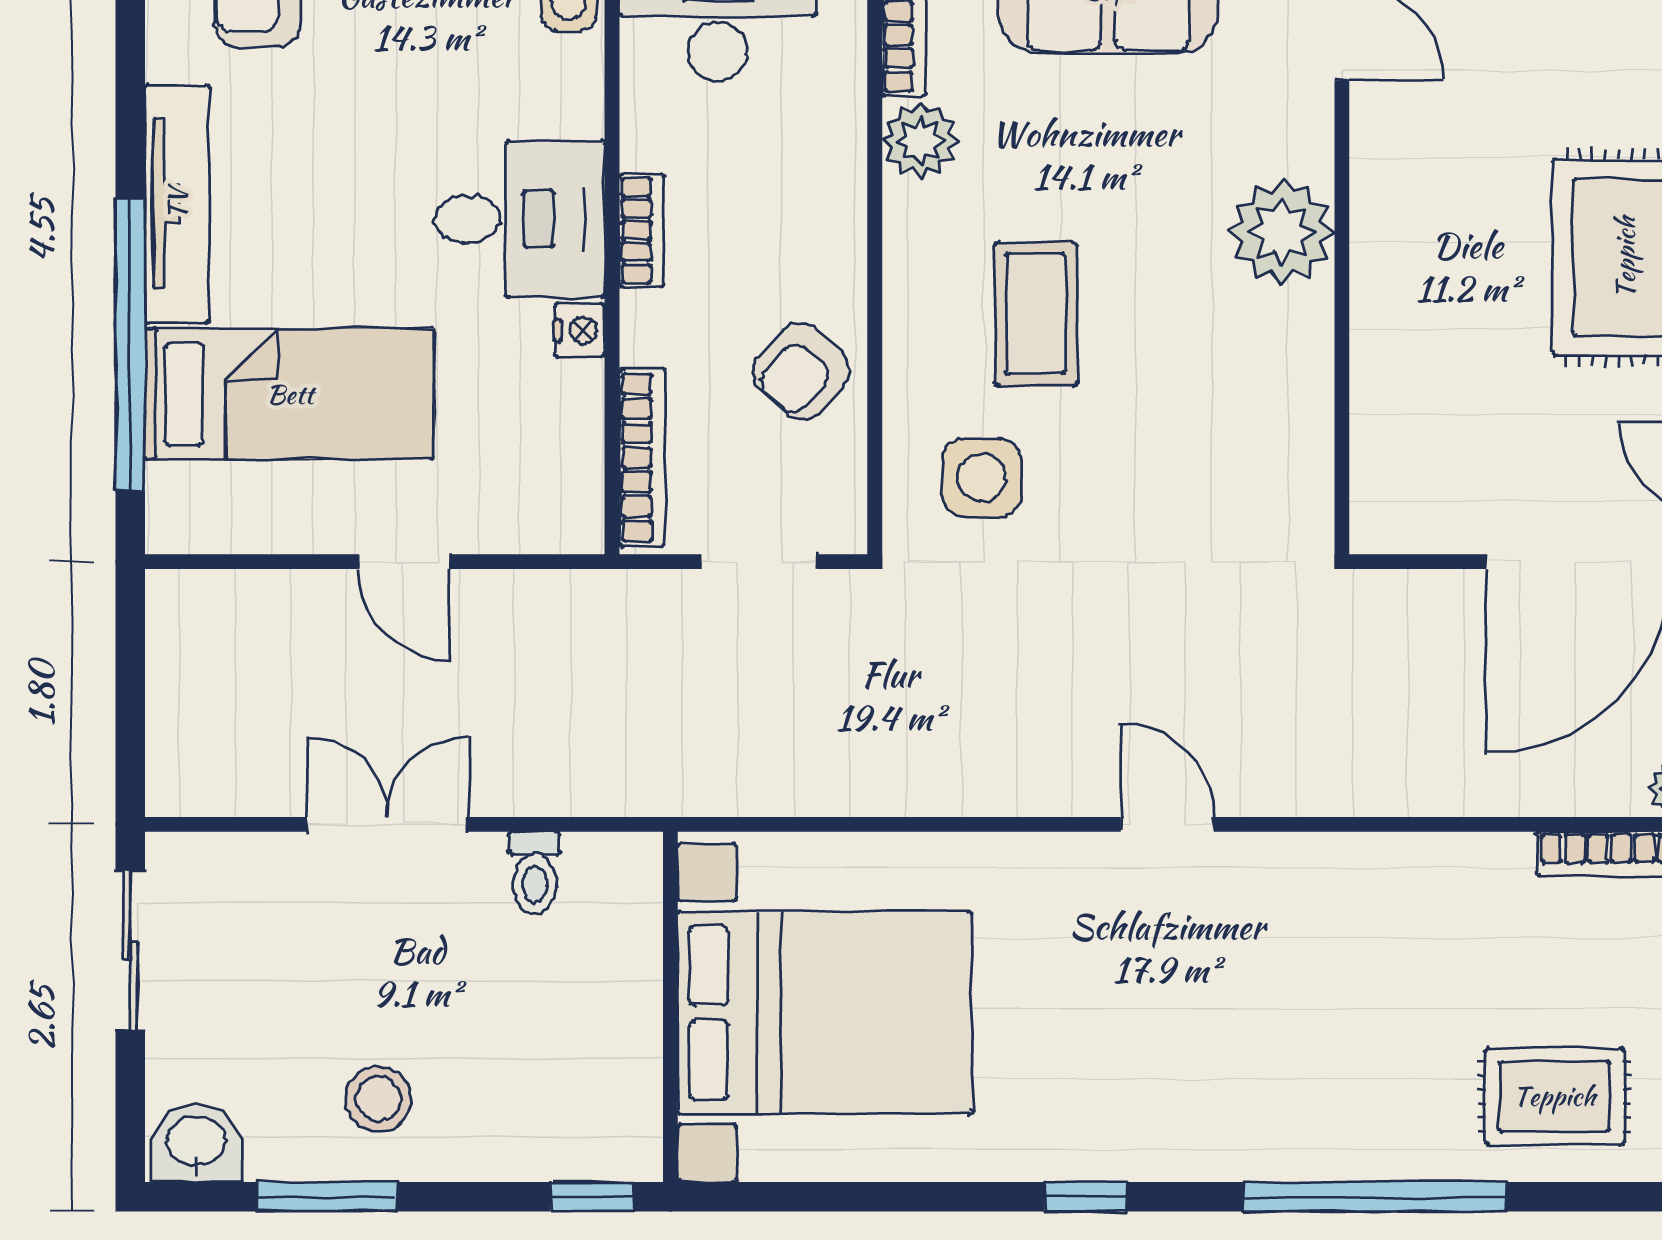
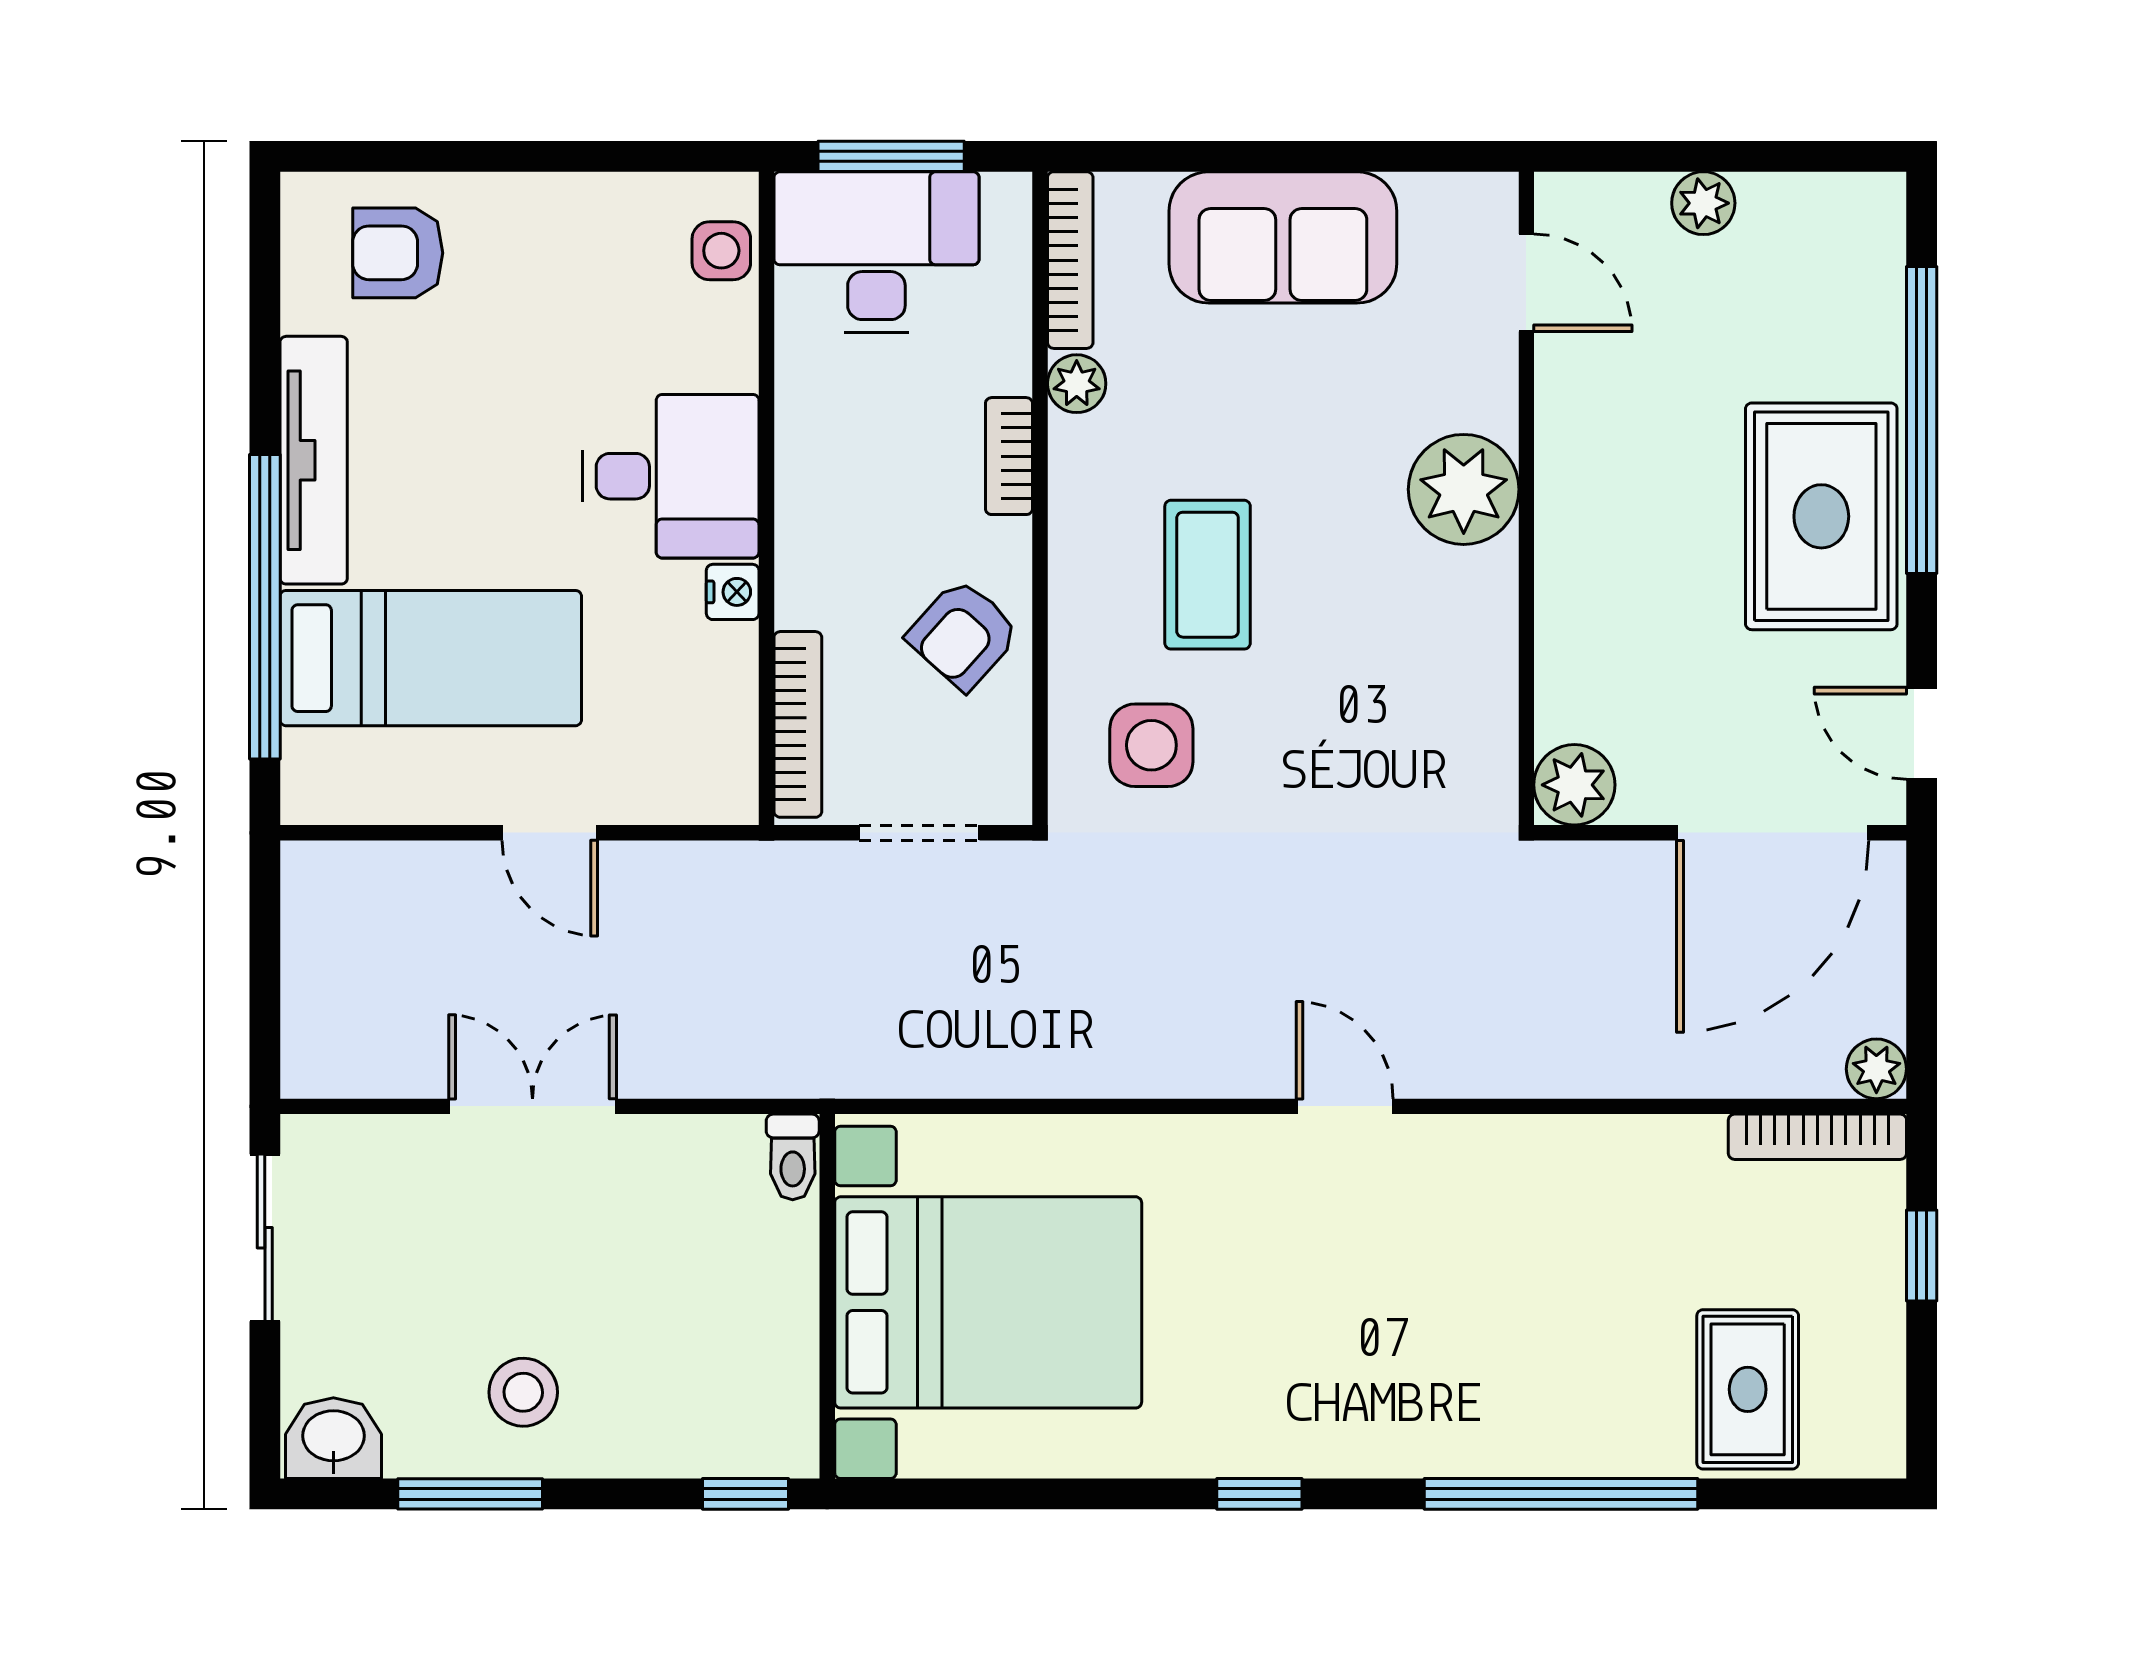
plant: (920, 141) -> (1077, 384), width x0.73, depth x0.73
bookcase: (642, 230) -> (1009, 456), moved, turned 180
plant: (1388, 516) -> (1574, 785), added
toilet: (535, 873) -> (793, 1157), moved
rug: (1554, 1096) -> (1748, 1389), turned 90

